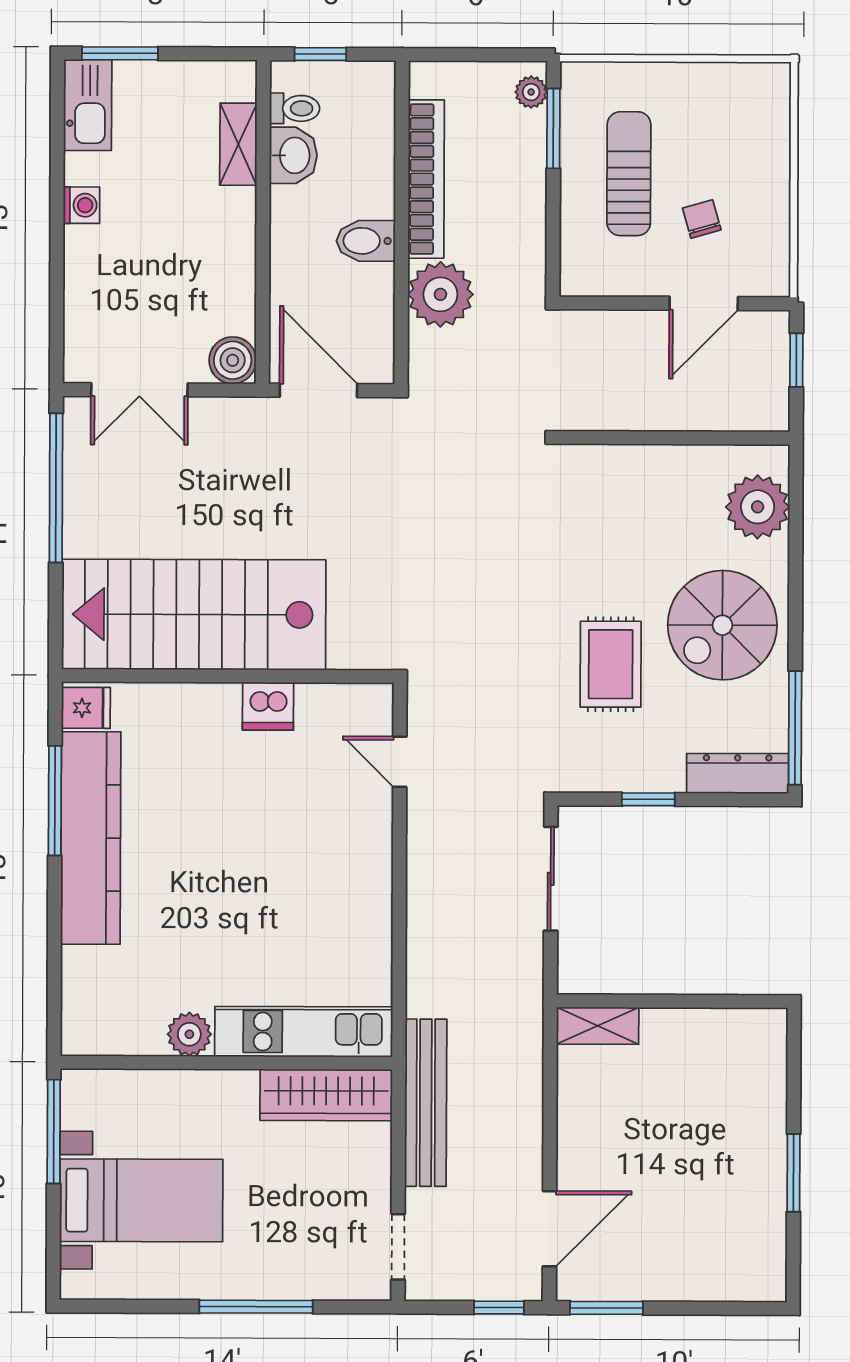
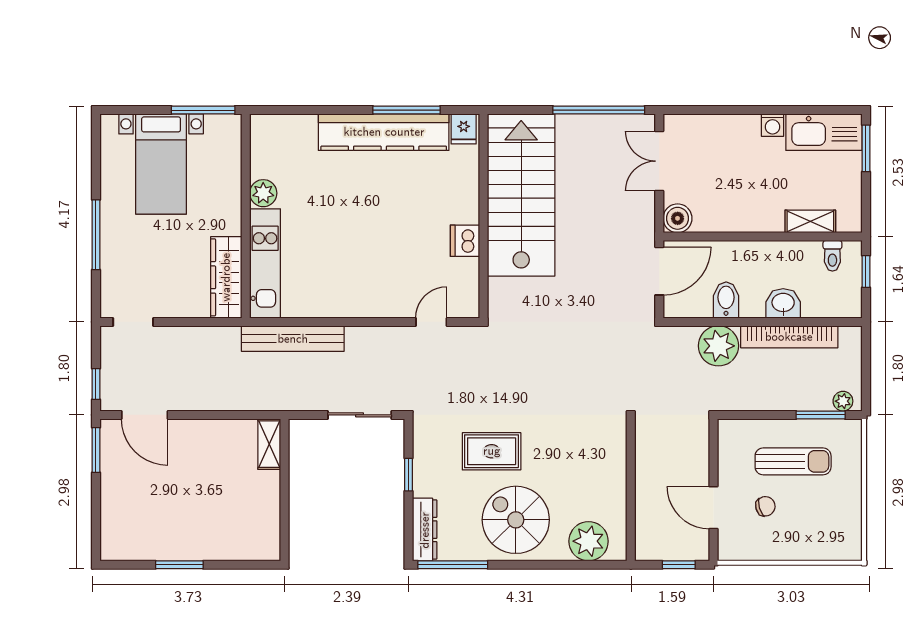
kitchen sink: (88, 105) -> (824, 132), width x1.36, depth x1.24
washbasin: (293, 155) -> (783, 303), moved, turned 180
bidet: (366, 241) -> (726, 300), moved
bench: (426, 1103) -> (293, 339), moved

